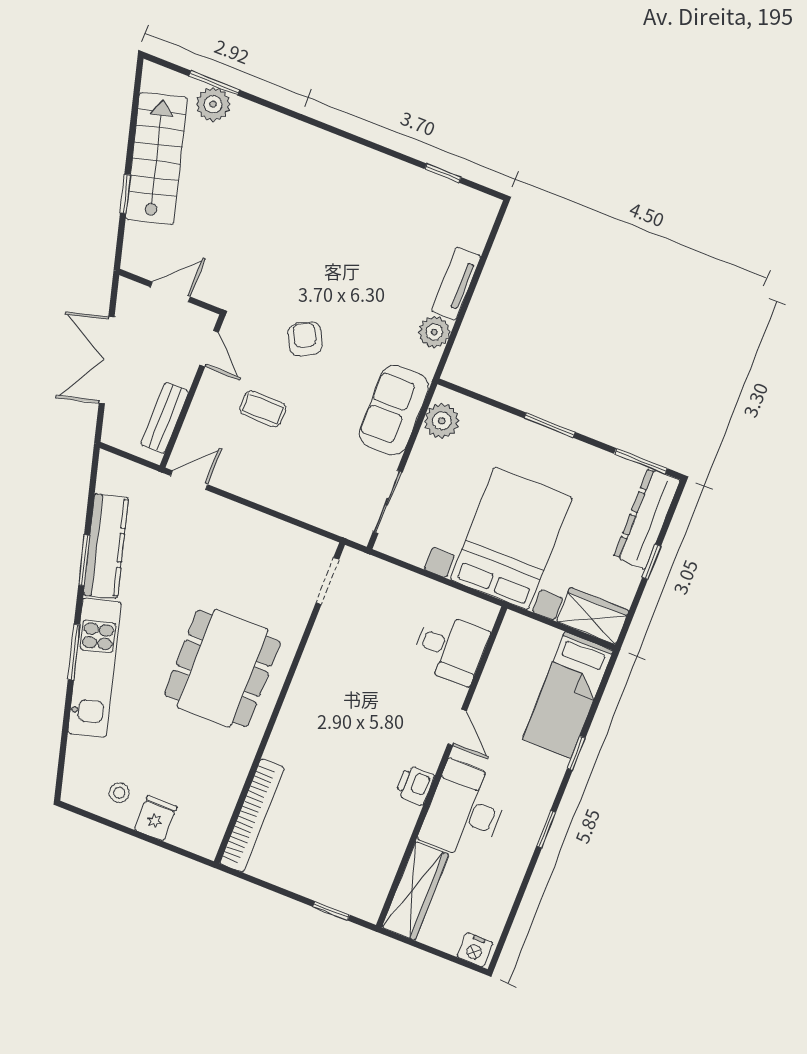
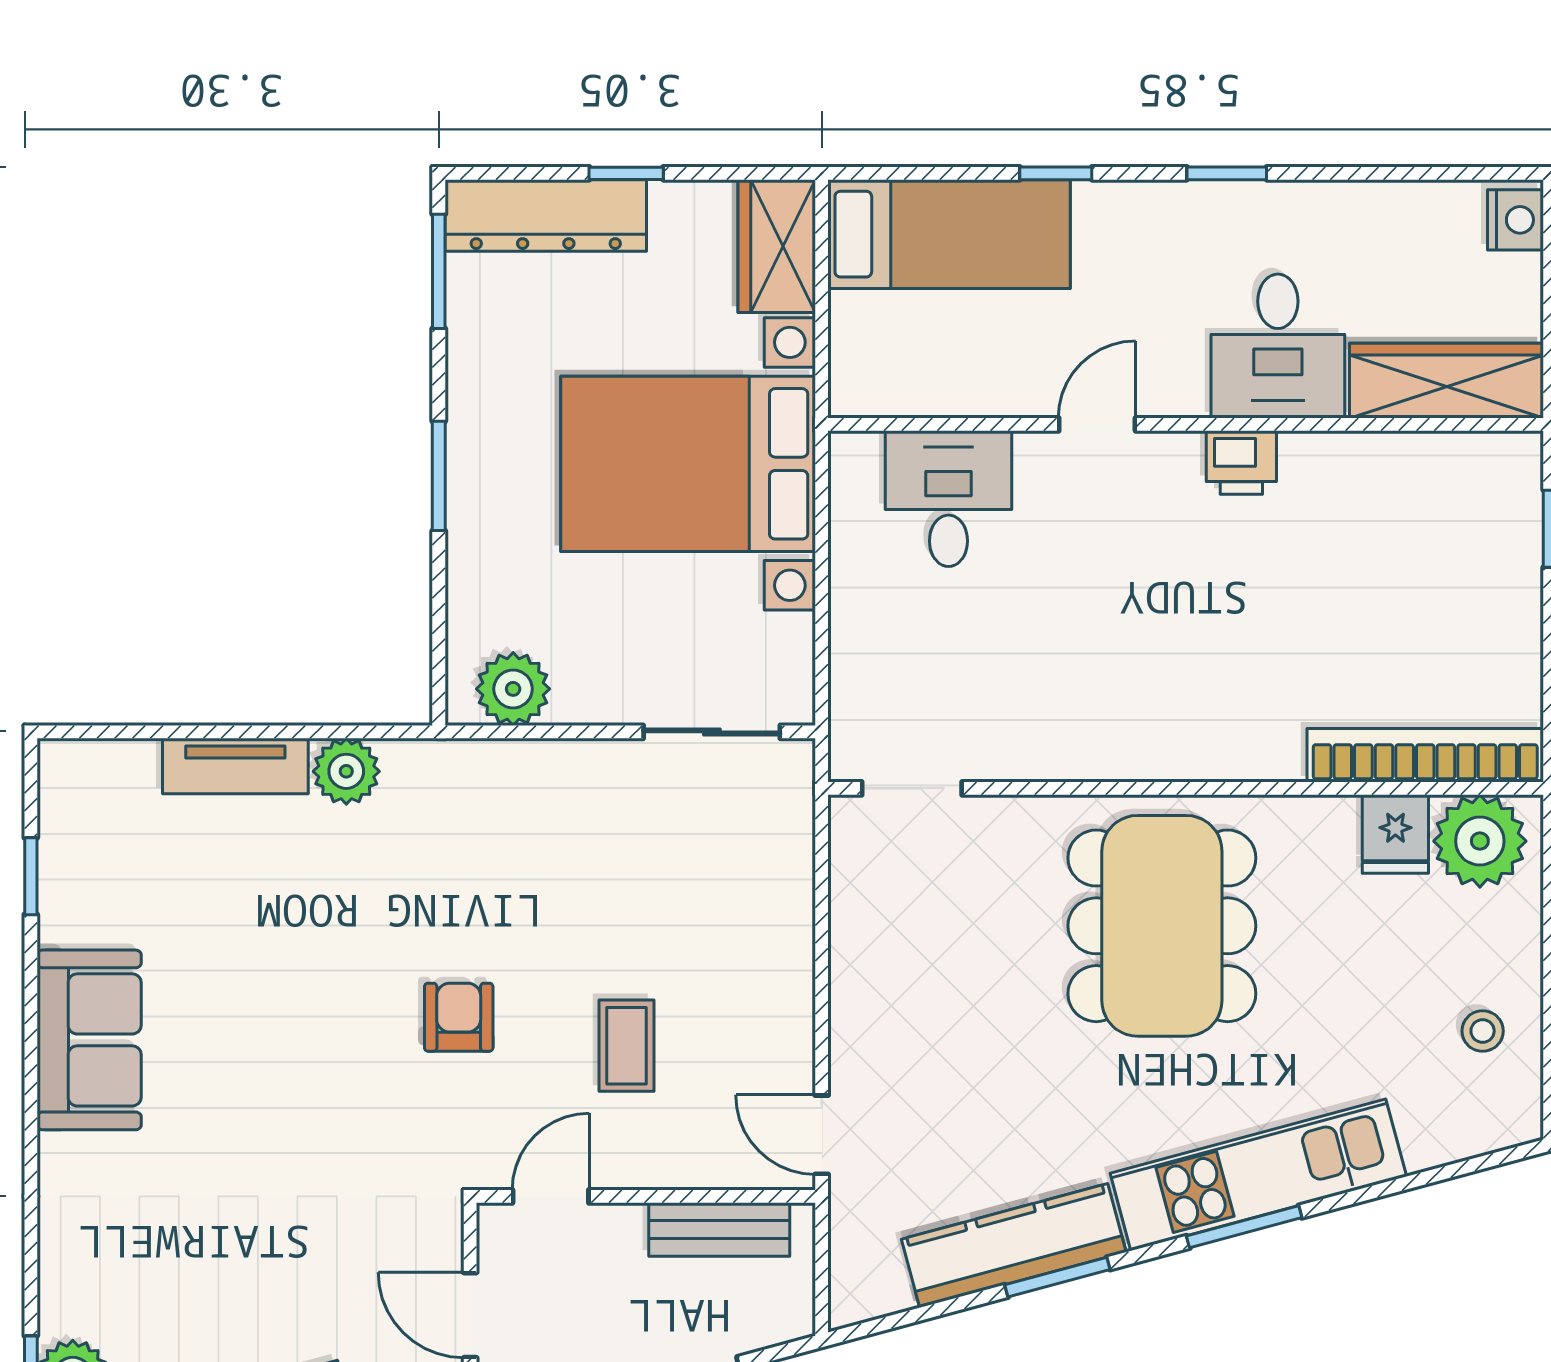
armchair: (305, 339) -> (459, 1017), turned 118
sofa: (394, 410) -> (89, 1040), moved, turned -90
dining table: (222, 668) -> (1162, 926), turned 90
desk: (465, 811) -> (1278, 346), width x0.73
fridge: (156, 818) -> (1395, 834), moved, turned -90
plant: (204, 825) -> (1480, 841), added

